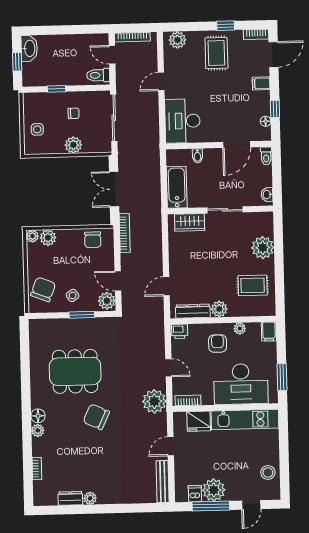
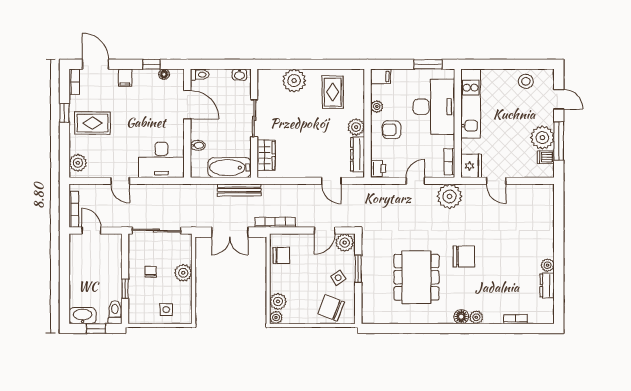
door: (112, 55) -> (91, 231), swing flipped
toilet: (98, 75) -> (115, 312), moved, turned 180
chair: (96, 417) -> (464, 257), turned -115
fridge: (199, 421) -> (471, 166), moved
bench: (163, 482) -> (239, 190), moved

